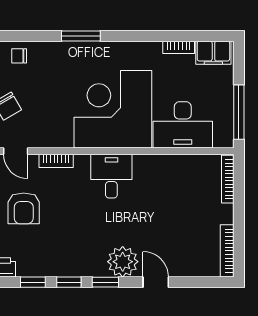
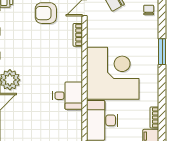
desk: (111, 176) -> (68, 96), moved

